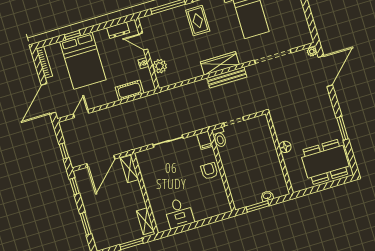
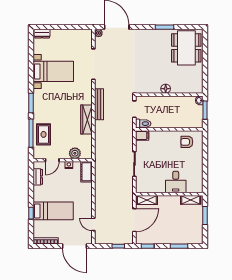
rug: (198, 21) -> (44, 134), moved, turned 90
bed: (83, 61) -> (53, 211), width x0.67
wardrobe: (220, 63) -> (87, 120), moved
cot: (129, 90) -> (87, 172), moved
floor lamp: (285, 147) -> (166, 89), moved
wall: (279, 153) -> (169, 95), moved
door: (101, 161) -> (134, 220), hinge flipped
armchair: (209, 171) -> (187, 142), moved
desk: (179, 213) -> (176, 182), moved, turned 90

